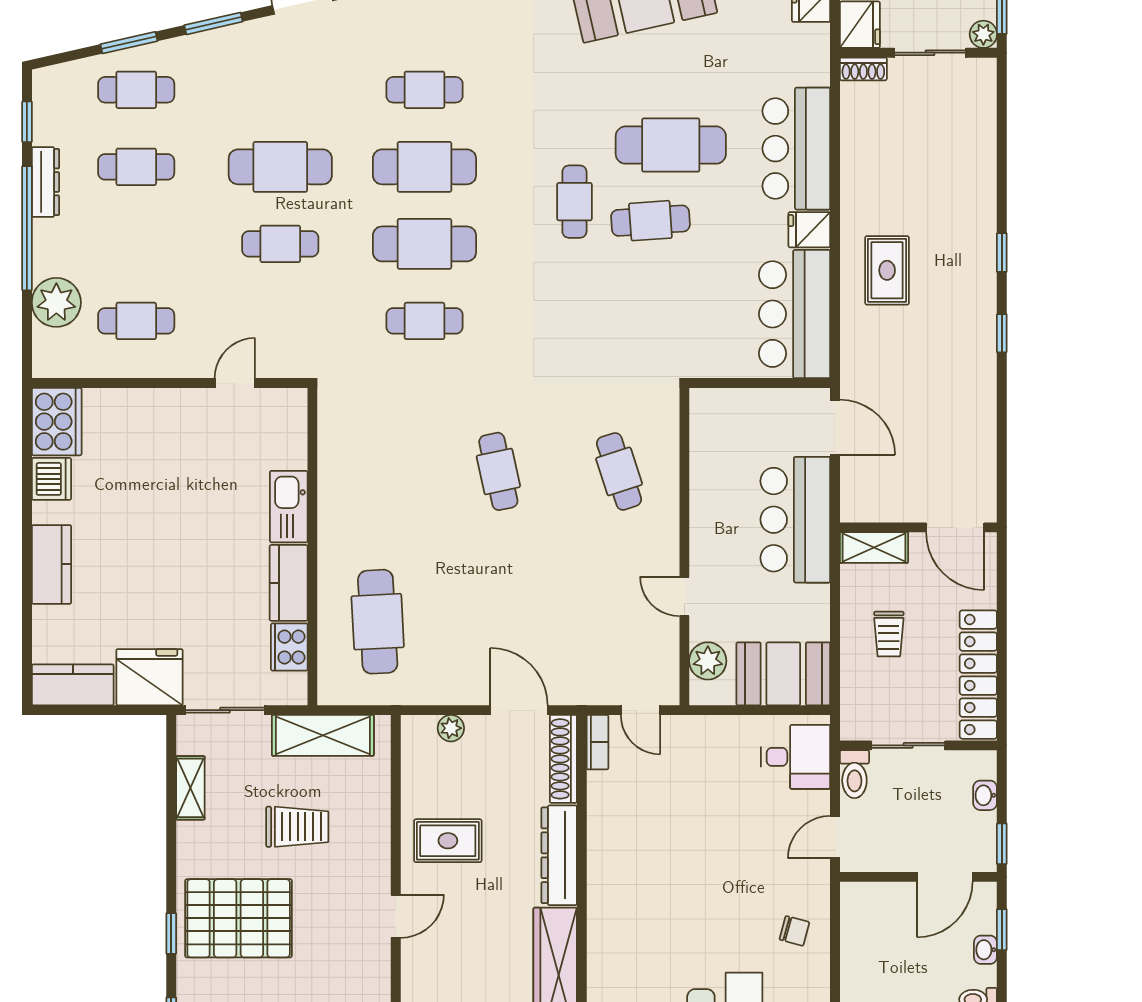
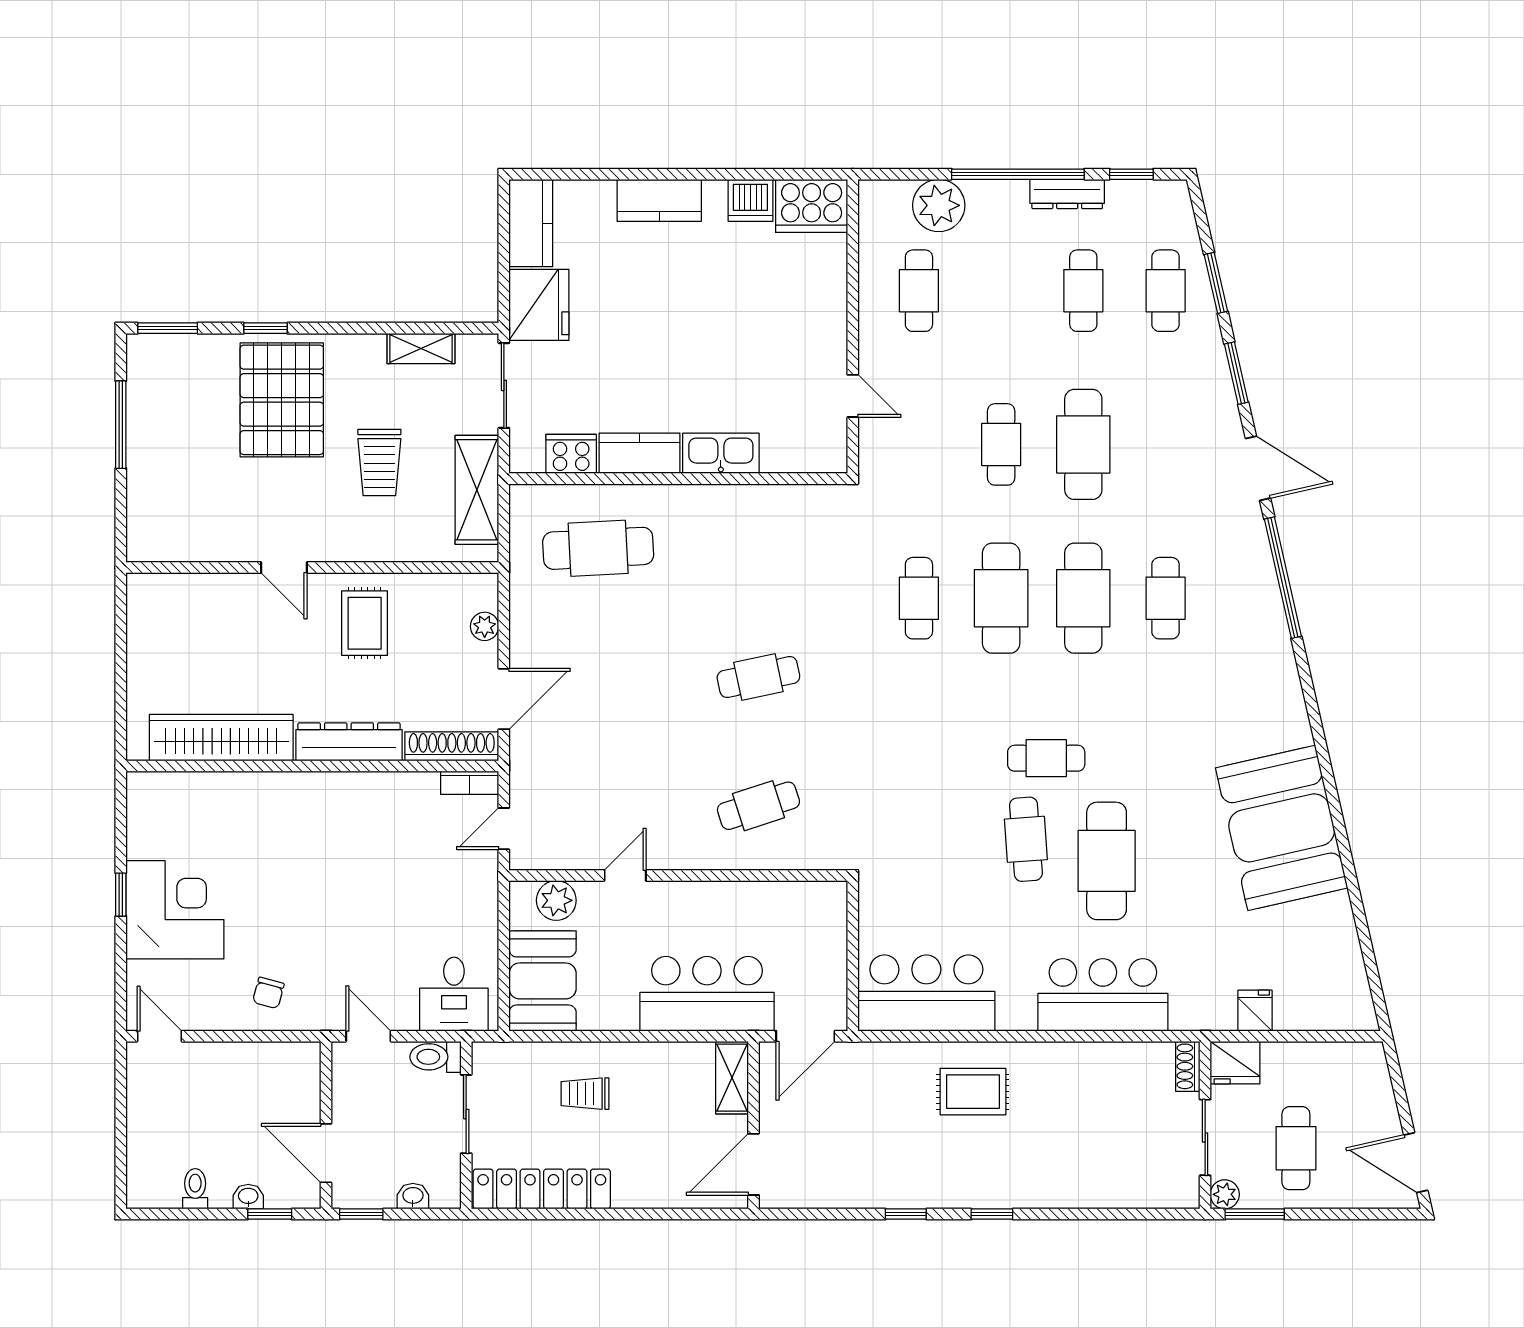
fridge: (809, 230) -> (1016, 1009), removed
wall: (918, 527) -> (754, 1125), moved
door: (955, 527) -> (754, 1164), moved
shelving: (874, 547) -> (732, 1078), moved

